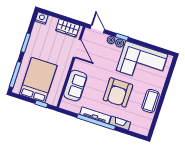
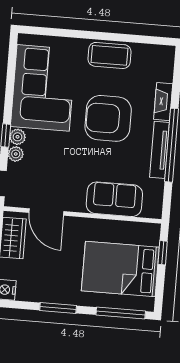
door: (77, 49) -> (46, 212), swing flipped
armchair: (118, 92) -> (108, 118), turned 180

